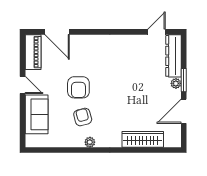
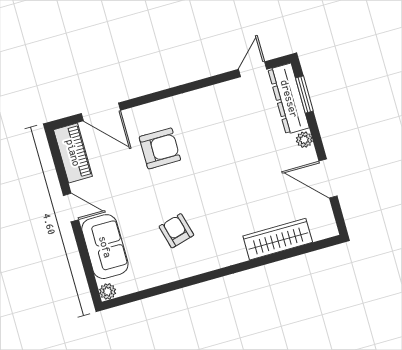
window: (184, 80) -> (304, 95), moved
armchair: (78, 87) -> (160, 148), moved, turned -90
door: (184, 111) -> (328, 179), hinge flipped
plant: (90, 142) -> (108, 291), moved

